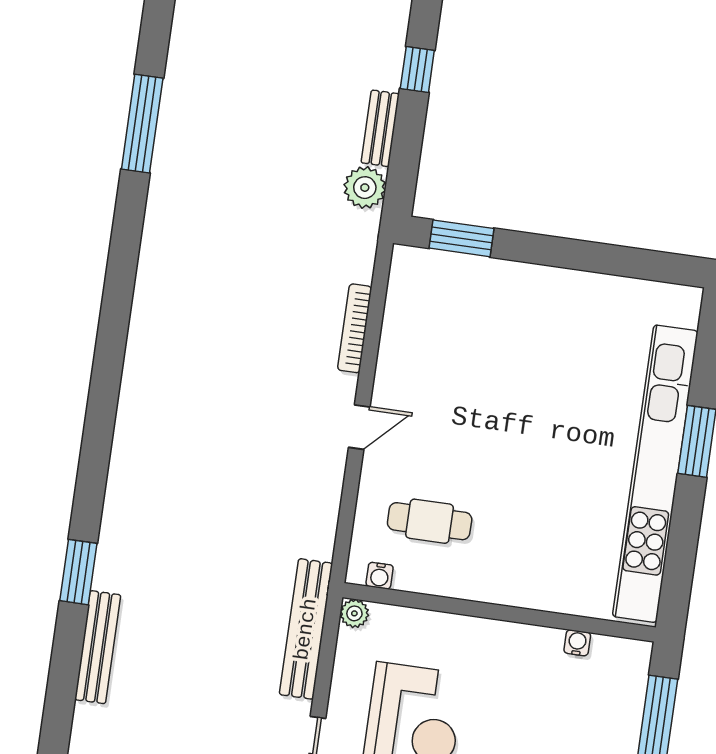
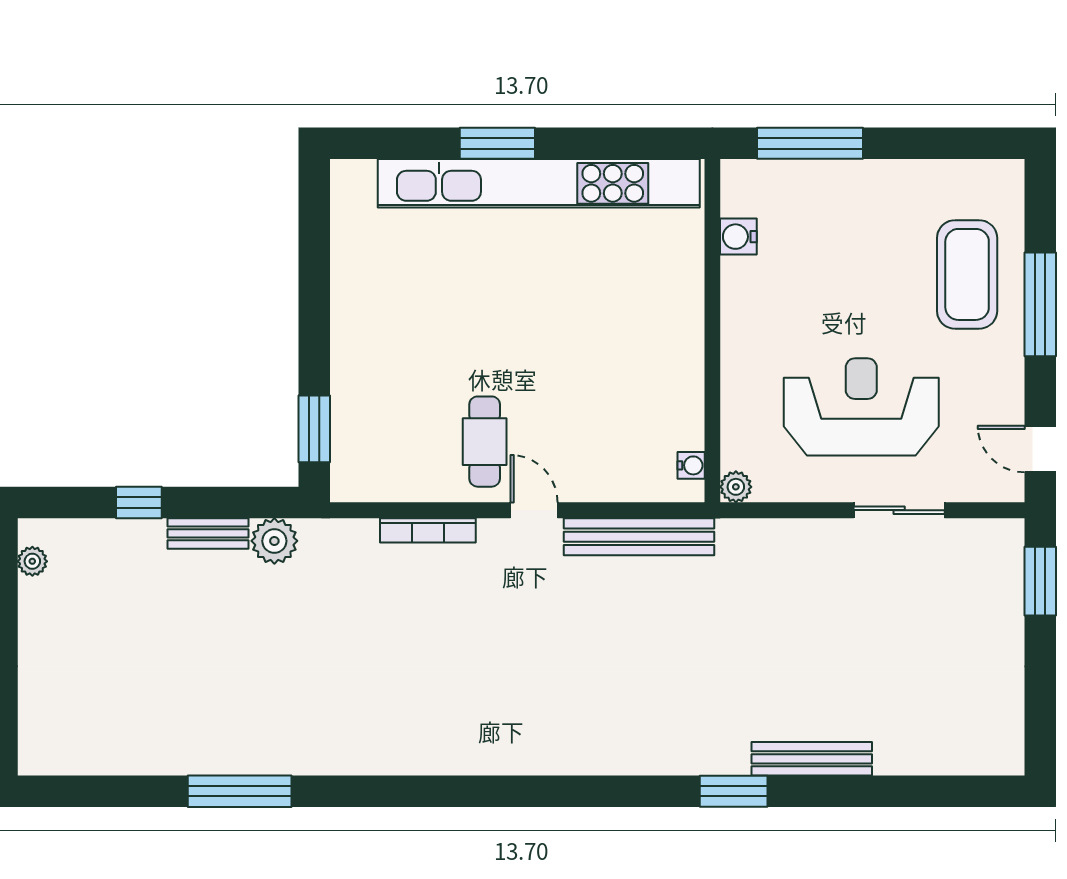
cafe table: (430, 521) -> (485, 442), moved
bench: (306, 629) -> (639, 537), moved
water cooler: (577, 643) -> (738, 237), width x1.38, depth x1.38

